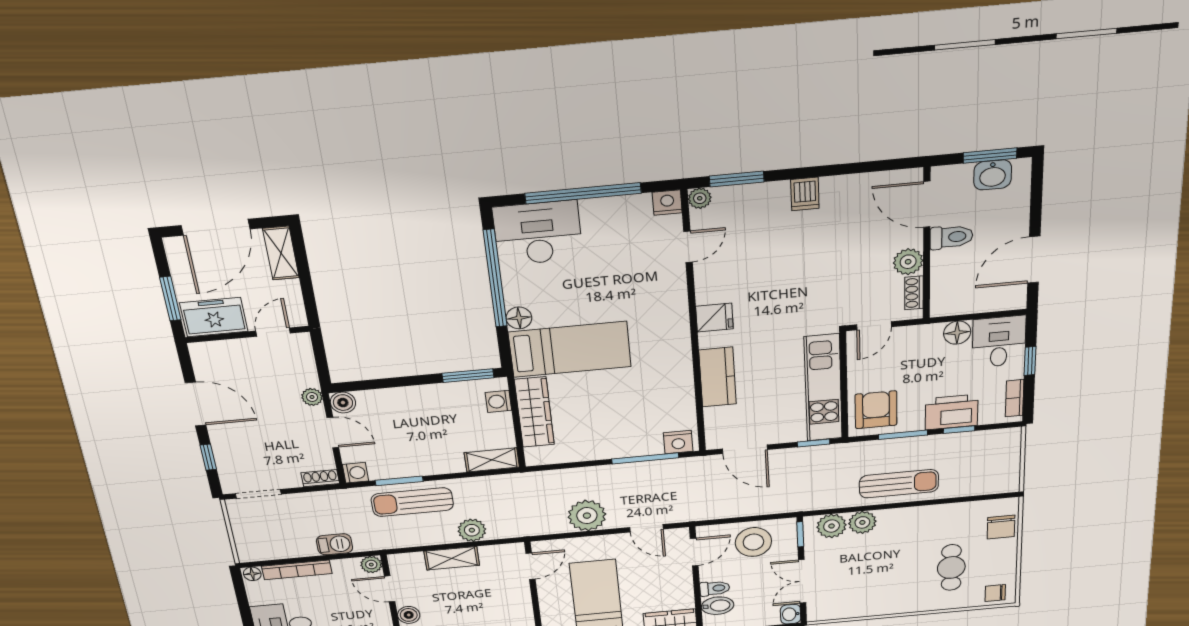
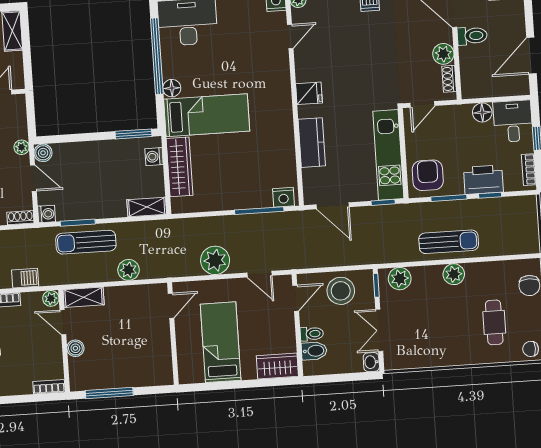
plant: (862, 522) -> (454, 274), moved
shelving: (452, 558) -> (84, 297), moved

